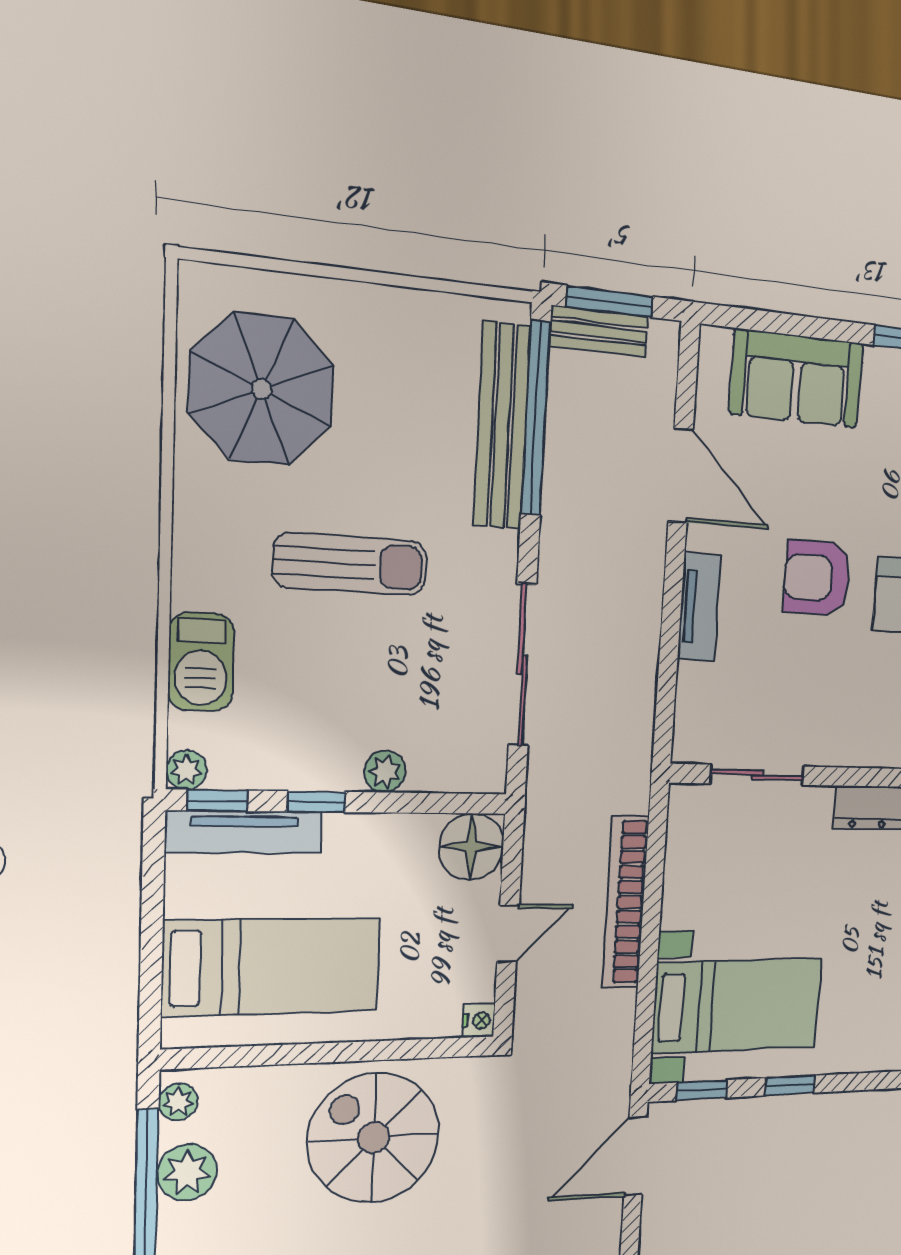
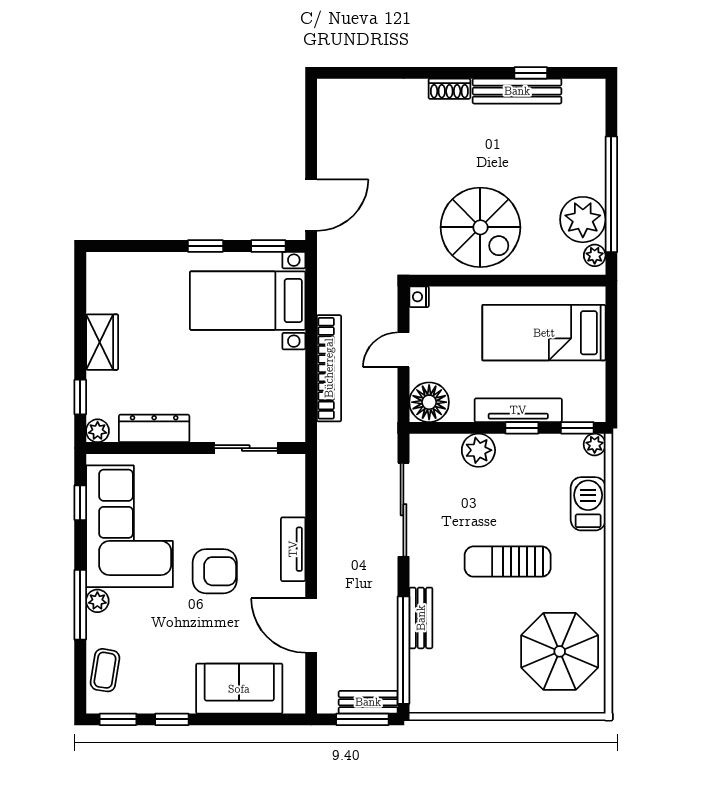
bench: (502, 426) -> (421, 618), width x0.54, depth x0.82
plant: (385, 772) -> (478, 450), width x1.38, depth x1.38
tv unit: (244, 832) -> (518, 410), moved
plant: (187, 1172) -> (583, 220), width x1.36, depth x1.36

